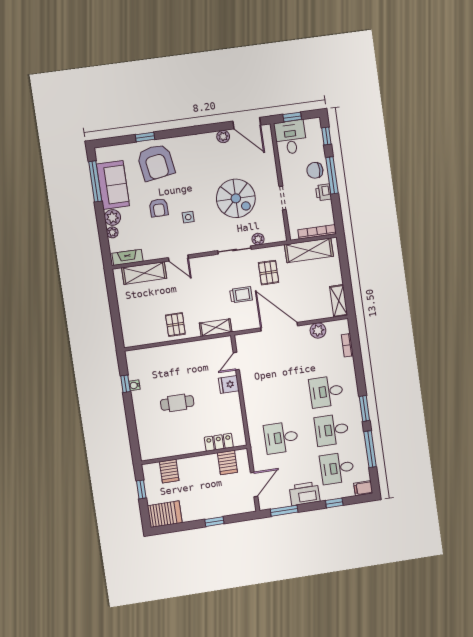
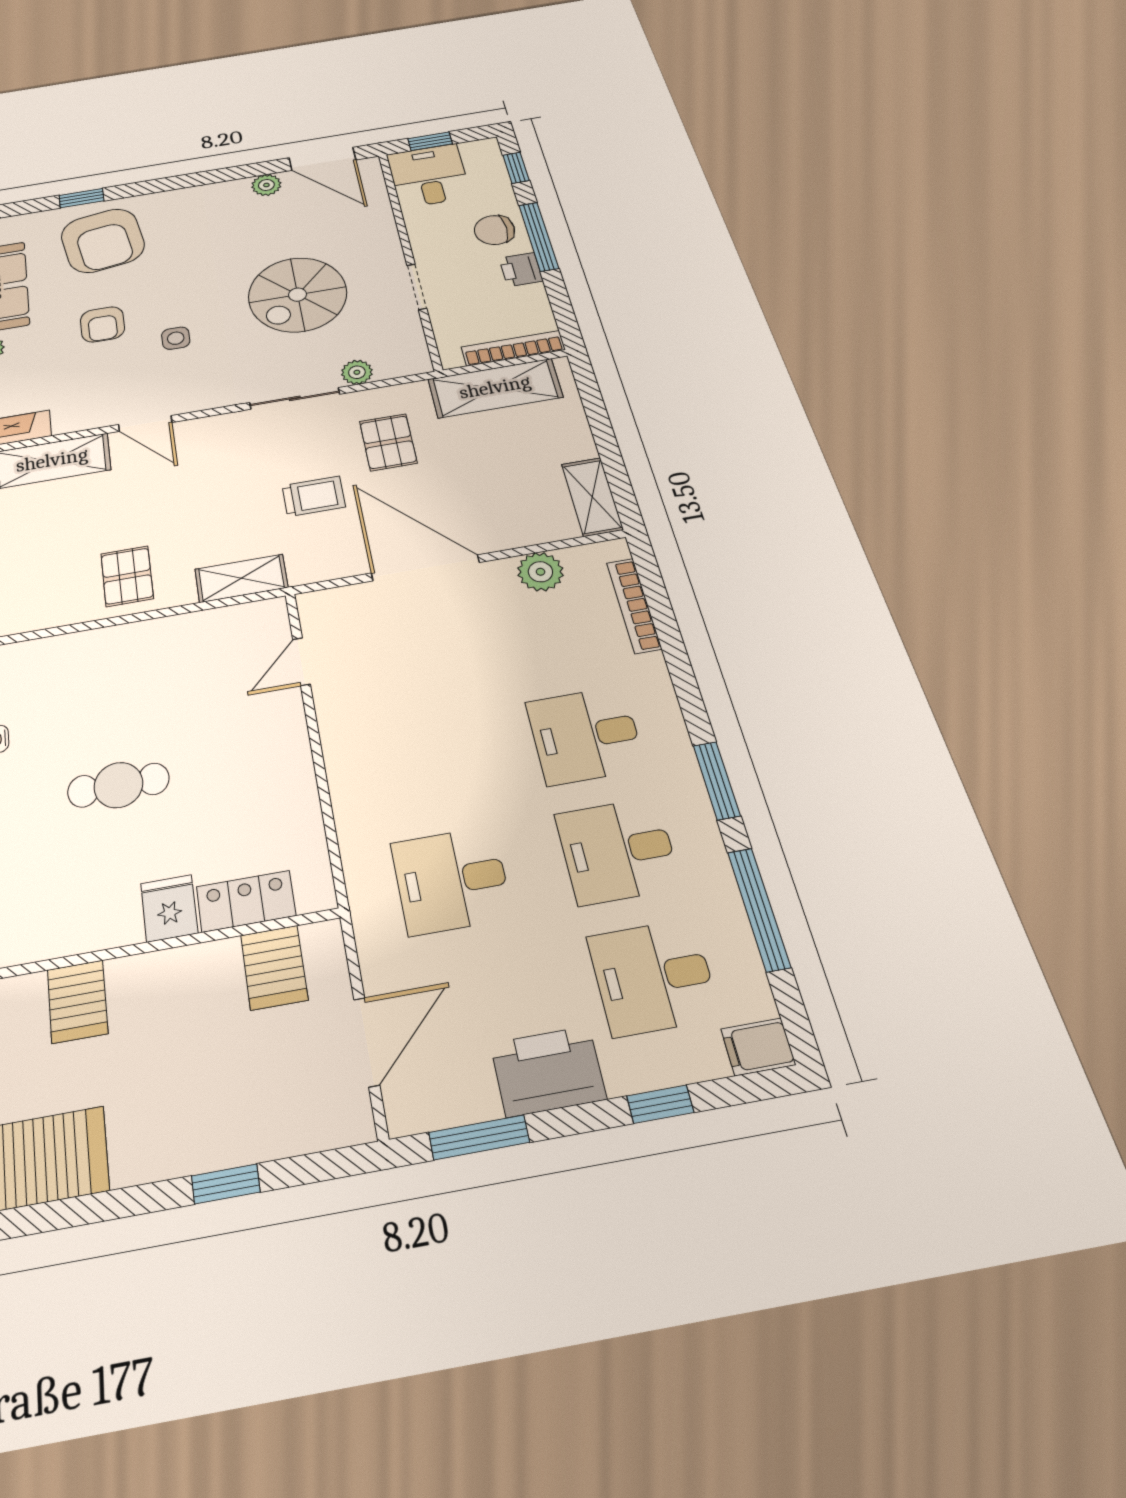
spiral stairs: (236, 198) -> (298, 295), turned 90
bookcase: (347, 345) -> (634, 605), width x1.56
fridge: (229, 384) -> (169, 908), moved, turned 90

